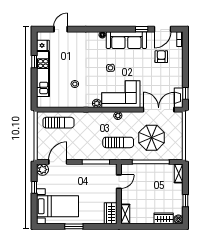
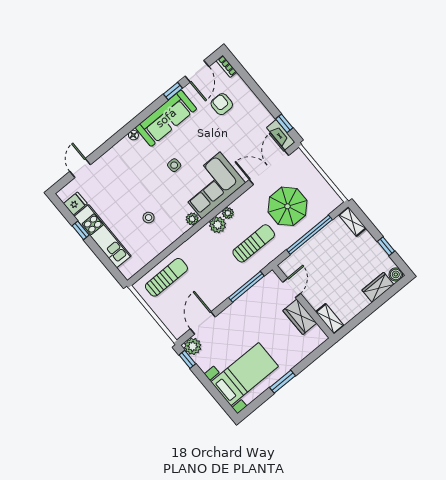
plant: (107, 117) -> (218, 225), added
window: (34, 187) -> (187, 359), moved
wardrobe: (111, 213) -> (300, 317), moved

